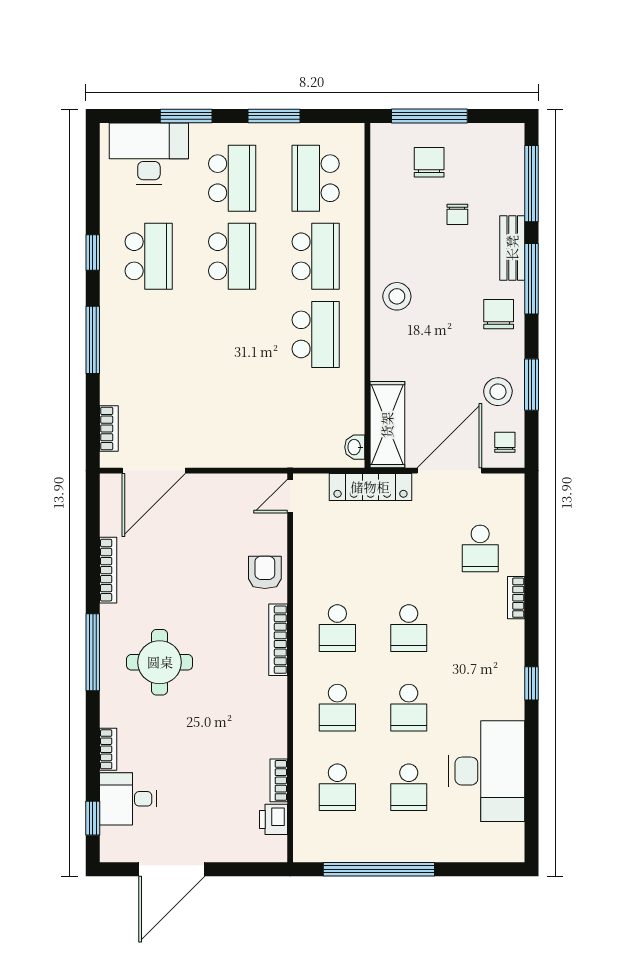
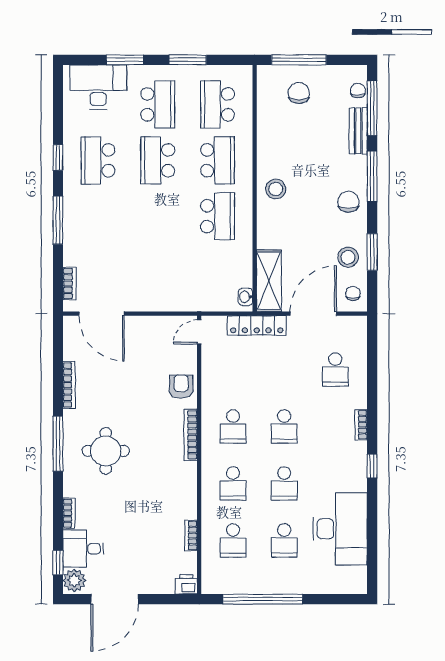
chair: (457, 214) -> (358, 91), moved, turned 180
bench: (512, 248) -> (358, 131), moved
school desk: (149, 256) -> (98, 160), turned 180
school desk: (232, 256) -> (158, 160), turned 180
door: (154, 471) -> (102, 314), hinge flipped
bookcase: (516, 598) -> (361, 425), moved
printer: (273, 819) -> (186, 584), moved, turned 90
plant: (116, 843) -> (74, 580), added

